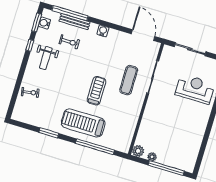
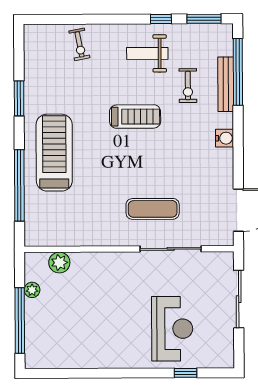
water cooler: (44, 23) -> (207, 33), removed
treadmill: (97, 91) -> (135, 117), moved
plant: (138, 151) -> (59, 263), moved

